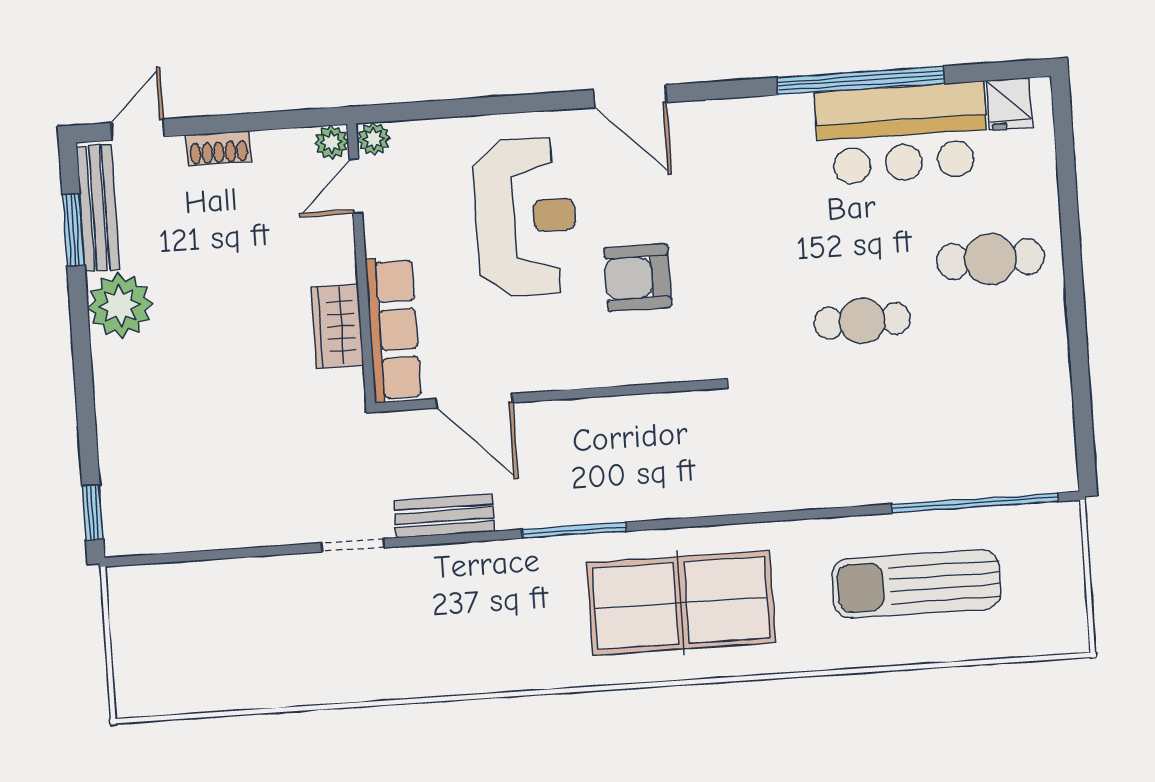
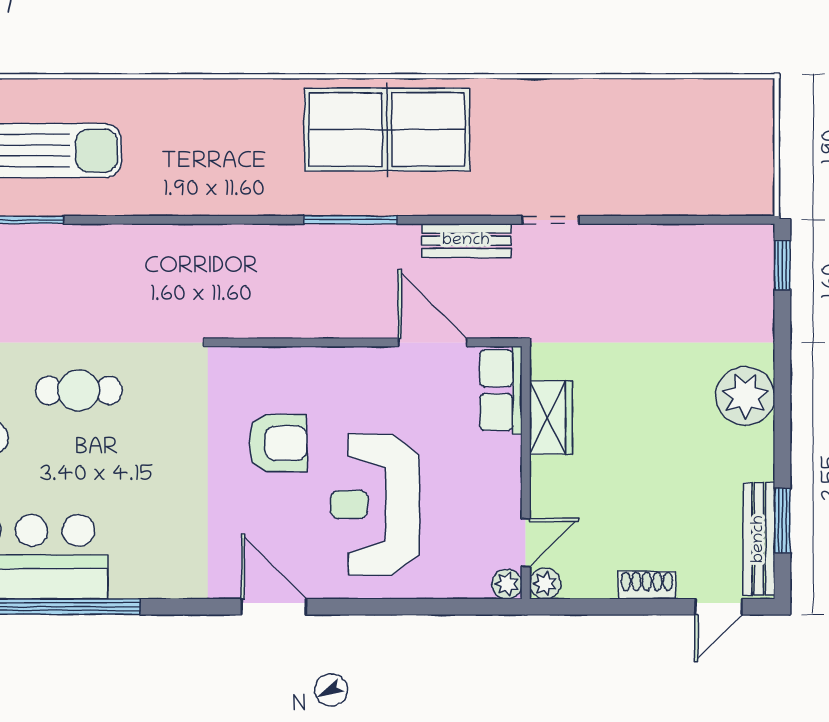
plant: (120, 305) -> (745, 396), moved
row of seats: (393, 330) -> (501, 390), width x0.68
table tennis table: (681, 603) -> (387, 129), moved

